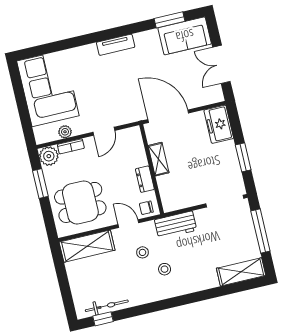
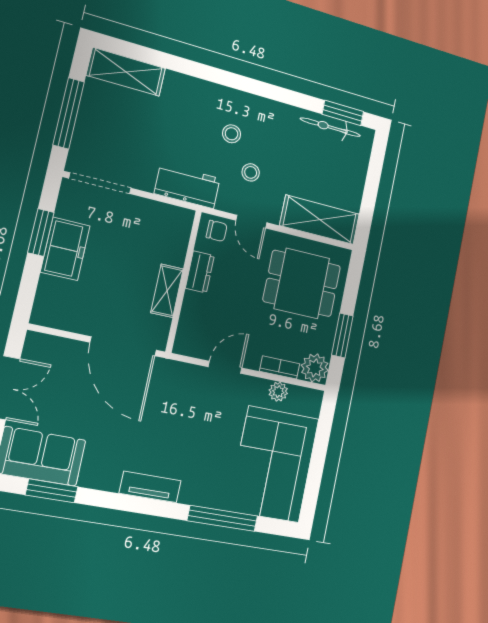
window: (65, 45) -> (222, 518), added
freezer: (219, 124) -> (65, 249), moved
window: (103, 319) -> (343, 113), width x1.50

